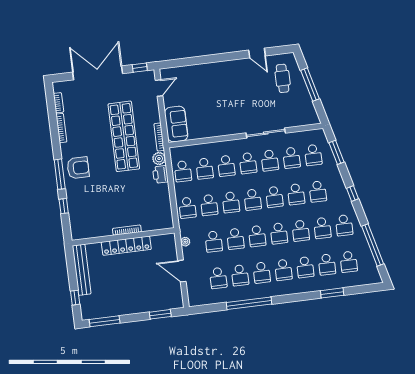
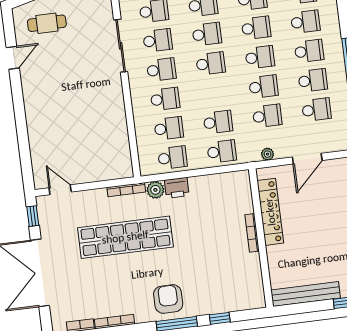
sofa: (176, 124) -> (109, 167), removed
school desk: (231, 202) -> (214, 93), removed
locker: (126, 246) -> (270, 212), moved

